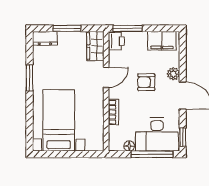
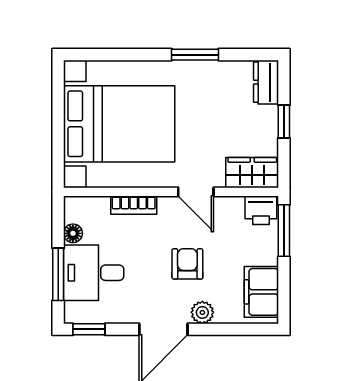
window: (67, 28) -> (284, 122), width x0.67
bed with nightstands: (59, 120) -> (119, 124), width x1.36
desk: (157, 134) -> (94, 273), width x0.73
window: (152, 154) -> (58, 274), width x0.69

